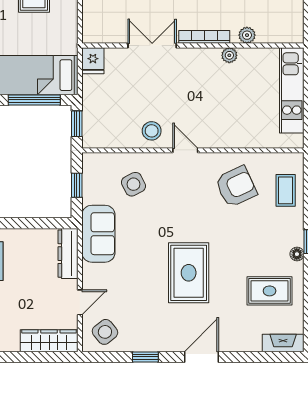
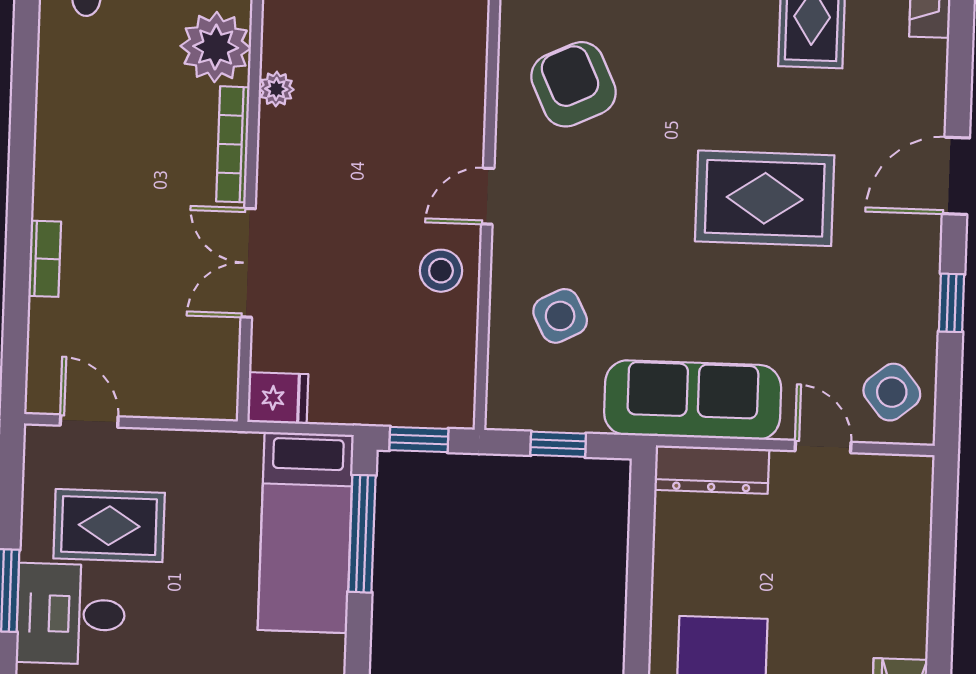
plant: (247, 35) -> (216, 47), width x1.87, depth x1.87
sofa: (98, 234) -> (693, 400), width x1.36
wardrobe: (49, 341) -> (907, 519), removed
door: (202, 357) -> (956, 176), hinge flipped

